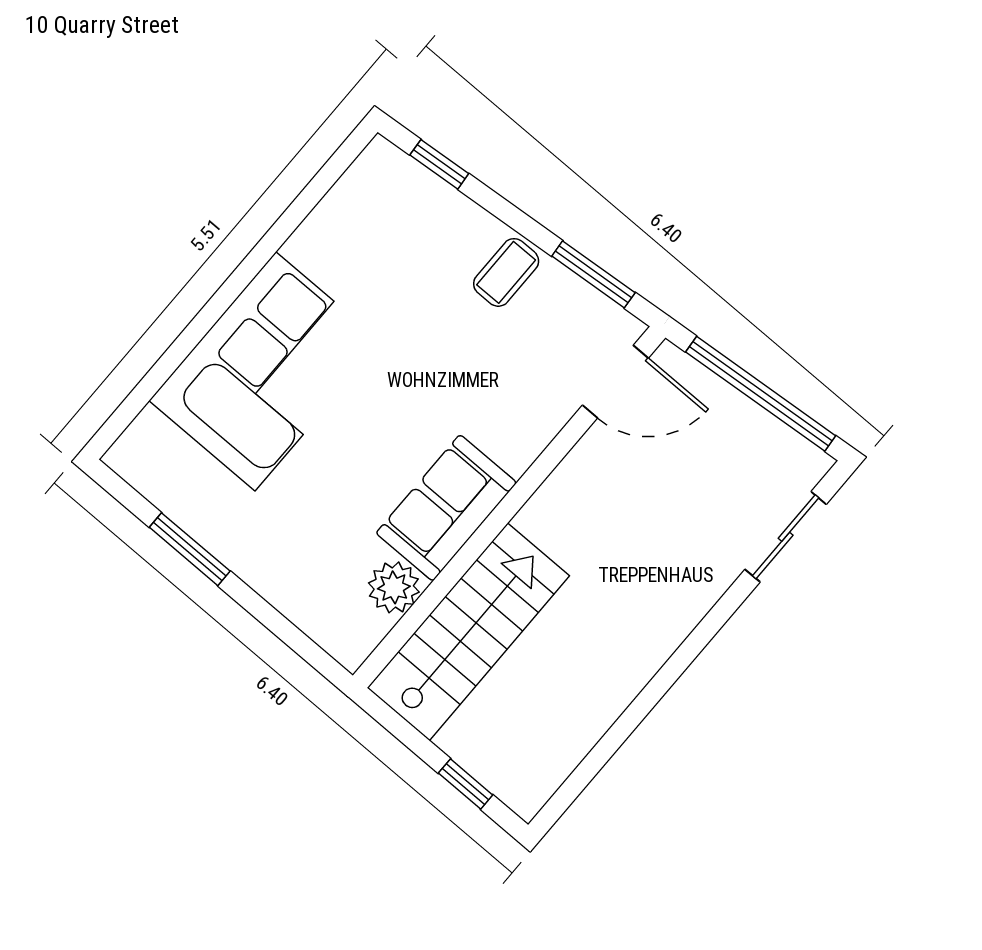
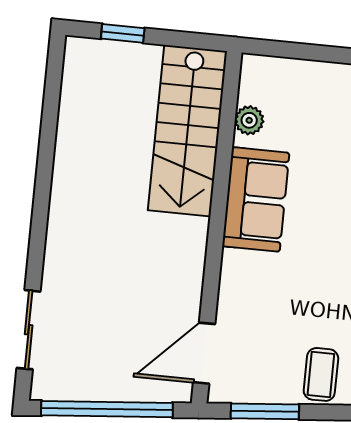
plant: (394, 587) -> (249, 120), width x0.73, depth x0.73

